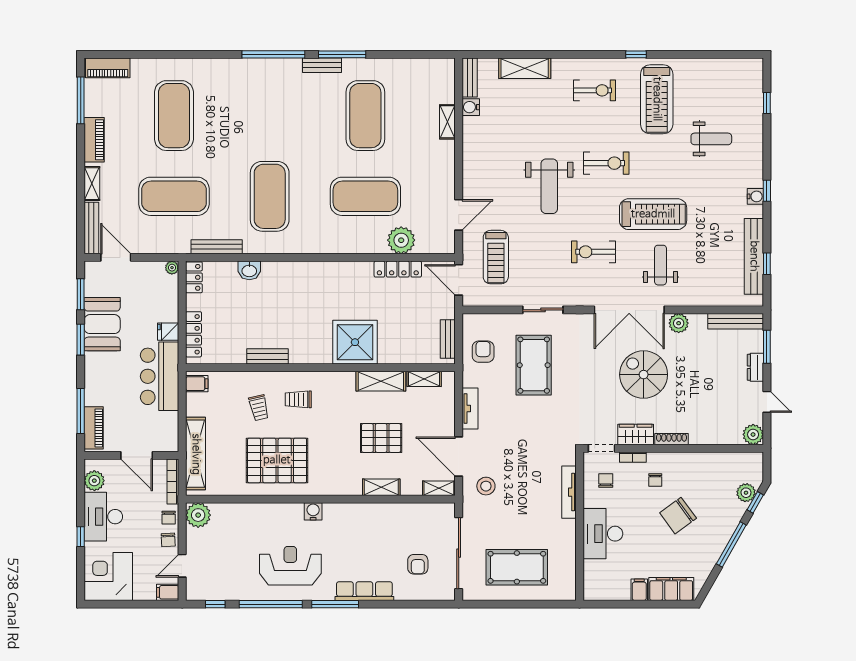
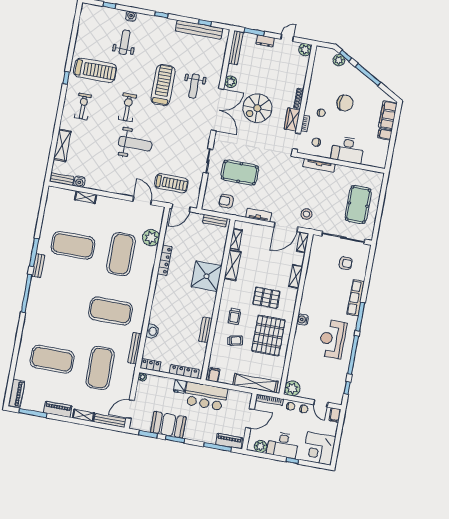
water cooler: (755, 196) -> (131, 16), moved
exercise bike: (593, 252) -> (179, 125), removed
weight bench: (660, 265) -> (194, 86), turned -90
locker: (398, 269) -> (165, 260), moved
pallet: (381, 438) -> (266, 298), moved, turned 90
chair: (678, 516) -> (345, 103), turned -54

